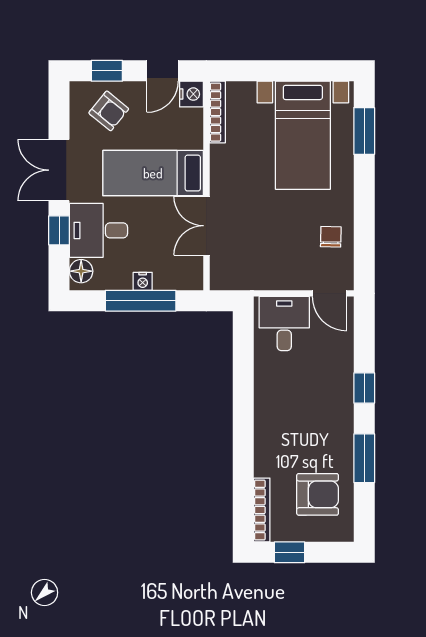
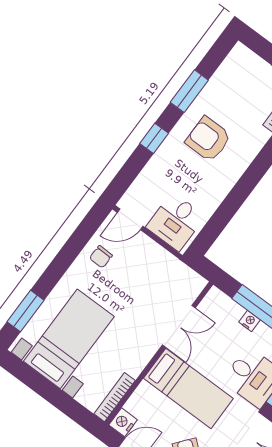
door: (330, 293) -> (130, 219), swing flipped
armchair: (318, 494) -> (208, 139), moved

